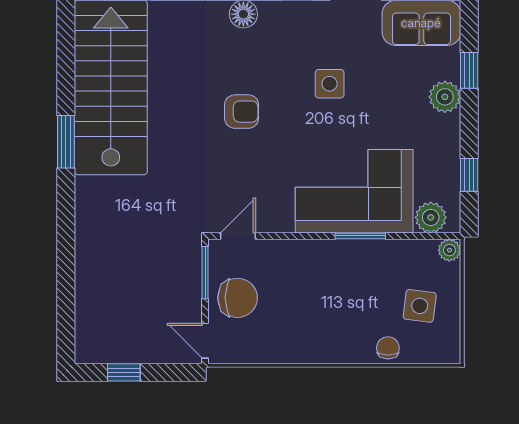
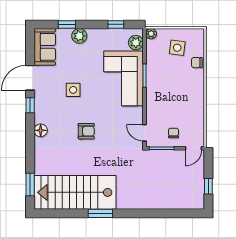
armchair: (242, 112) -> (86, 131), turned 90
chair: (238, 298) -> (173, 133), width x0.54, depth x0.54

